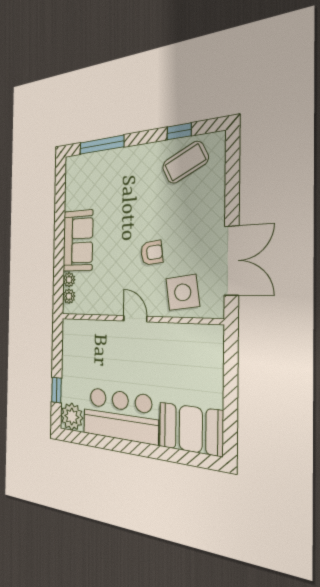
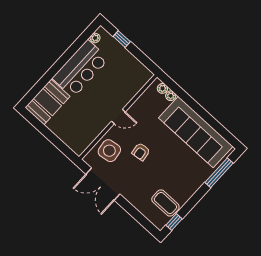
window: (179, 131) -> (174, 222), moved
coffee table: (185, 162) -> (165, 203), turned -64
sofa: (78, 241) -> (196, 132), width x1.85, depth x1.27
plant: (72, 417) -> (95, 38), width x0.53, depth x0.53

